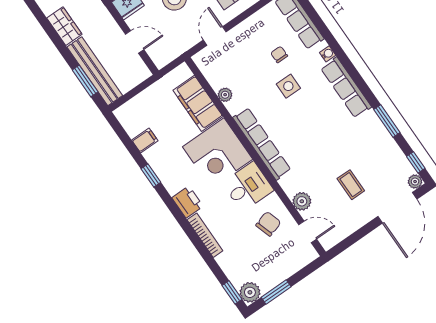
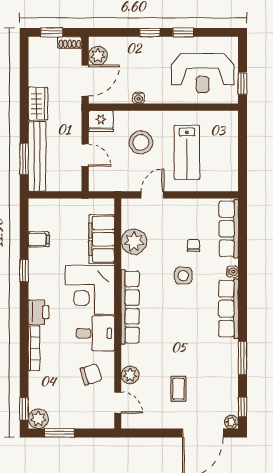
plant: (225, 95) -> (134, 242), width x1.87, depth x1.87

